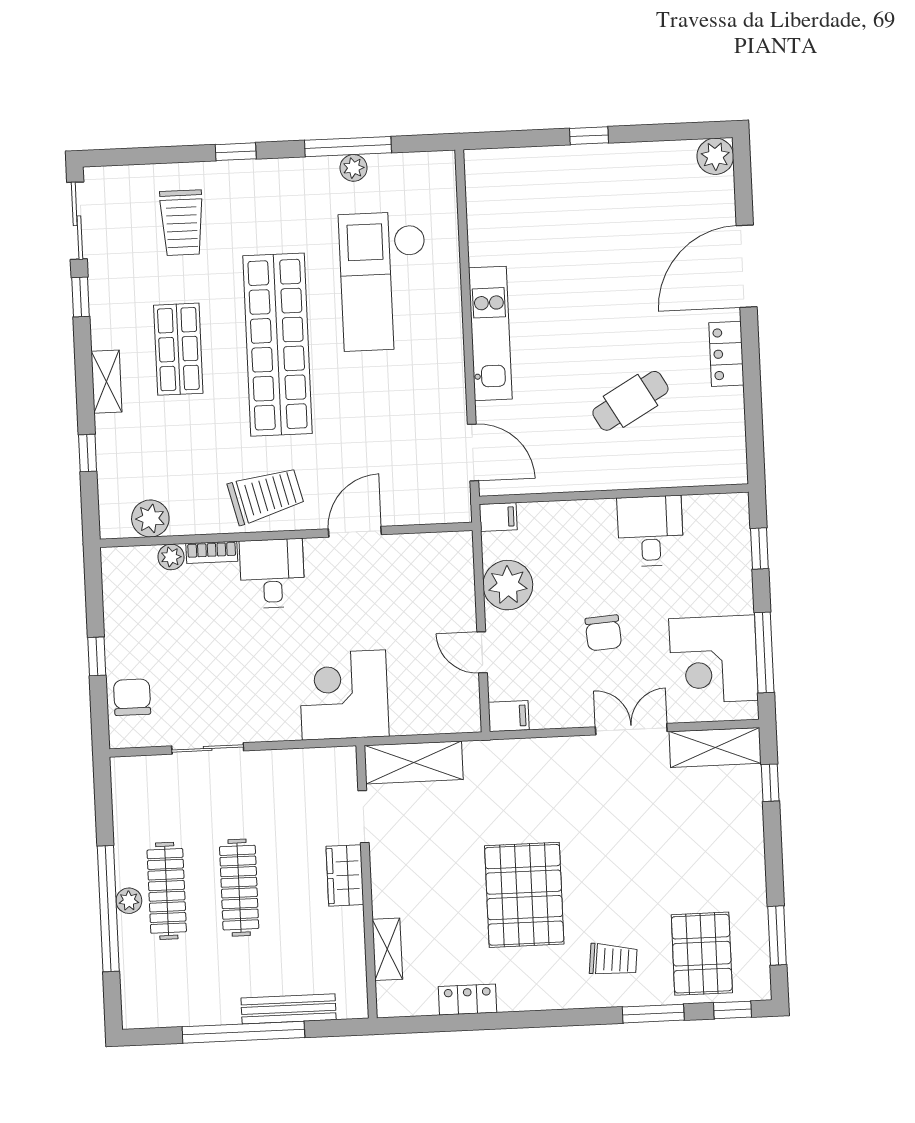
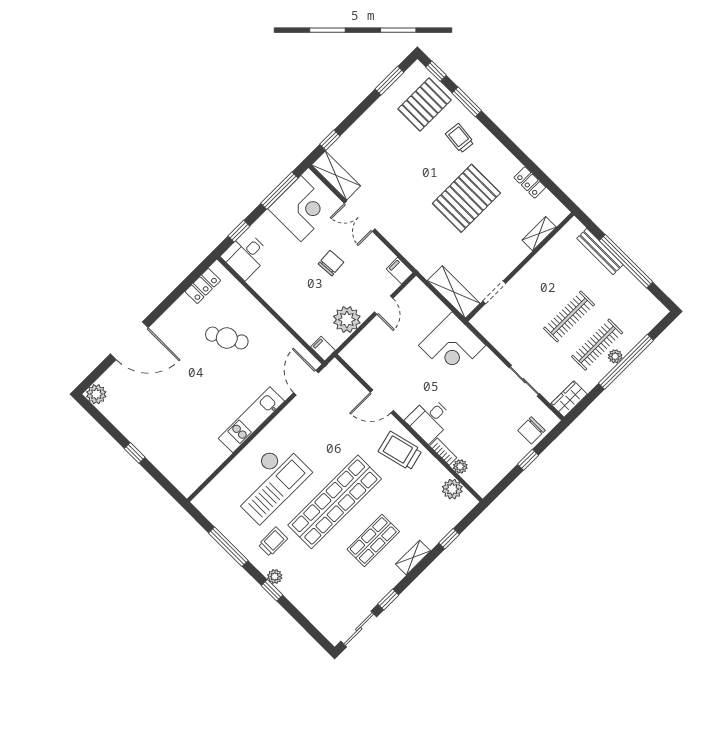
plant: (354, 168) -> (275, 577), moved
trolley: (182, 223) -> (273, 542), moved, width x0.73, depth x0.72
locker: (726, 354) -> (203, 286), moved
desk: (650, 531) -> (246, 255), moved
wardrobe: (345, 875) -> (569, 399), moved, turned 180

